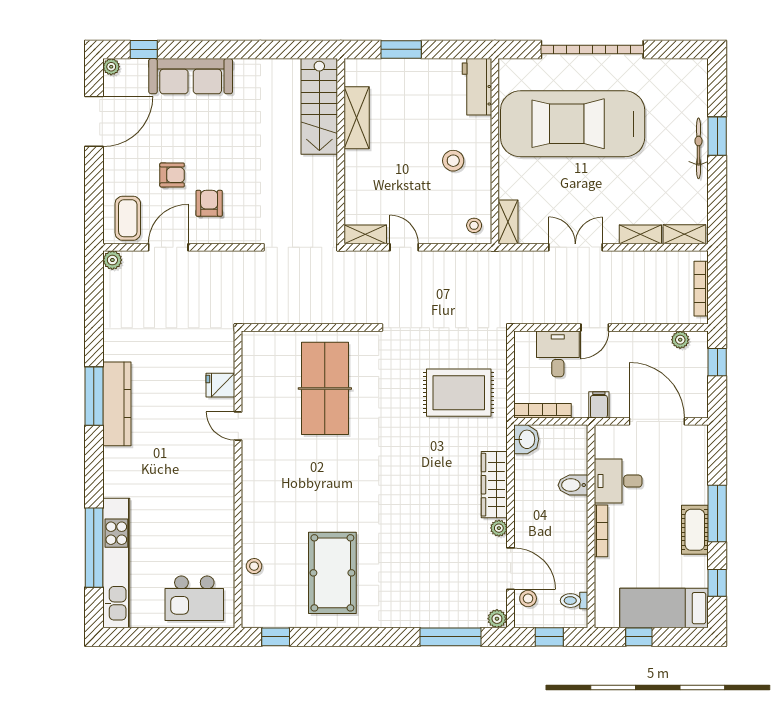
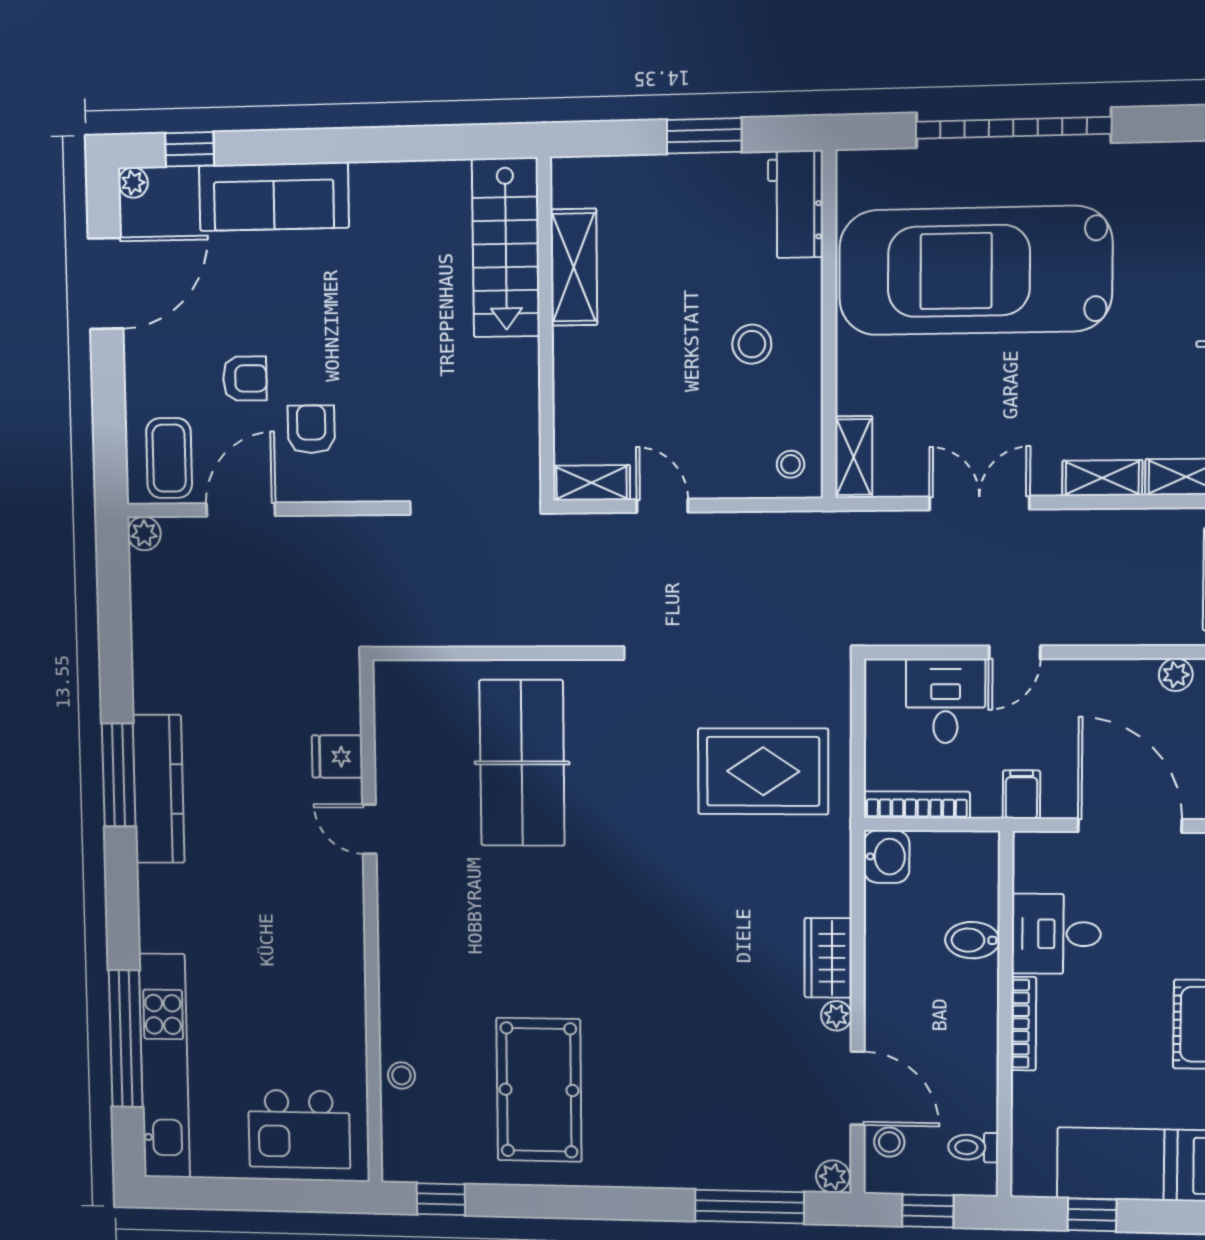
window: (401, 49) -> (704, 136), moved
wardrobe: (494, 485) -> (828, 958), width x0.67

